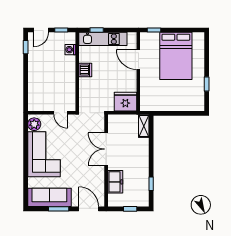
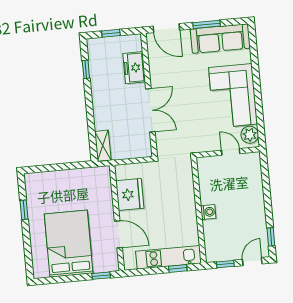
washing machine: (70, 50) -> (208, 212), moved
dishwasher: (85, 70) -> (188, 214), removed
fridge: (125, 102) -> (130, 194), moved, turned -90
door: (61, 113) -> (231, 152), moved

